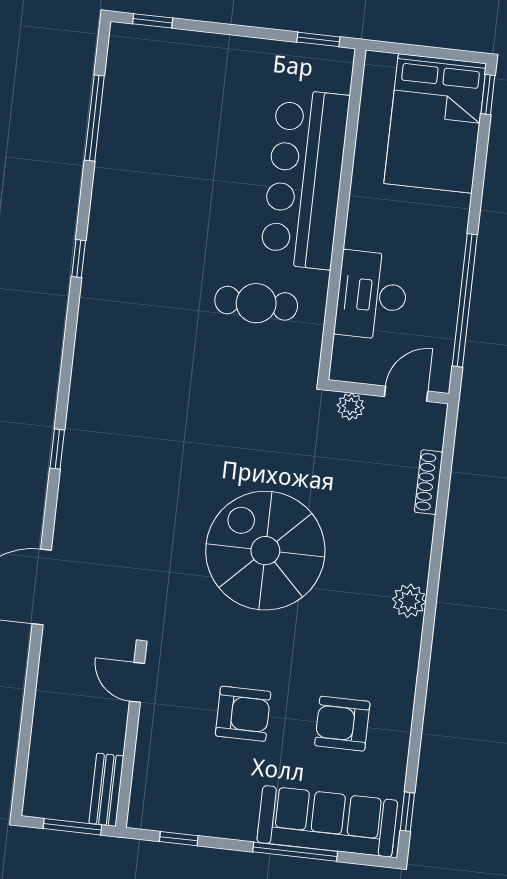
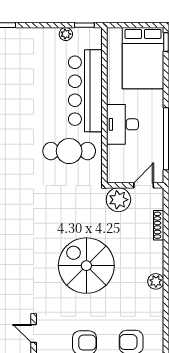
plant: (277, 54) -> (66, 34), added
desk: (372, 295) -> (122, 124), moved
cafe table: (256, 303) -> (69, 151), width x1.37, depth x1.35
plant: (351, 406) -> (118, 200), width x1.87, depth x1.87

